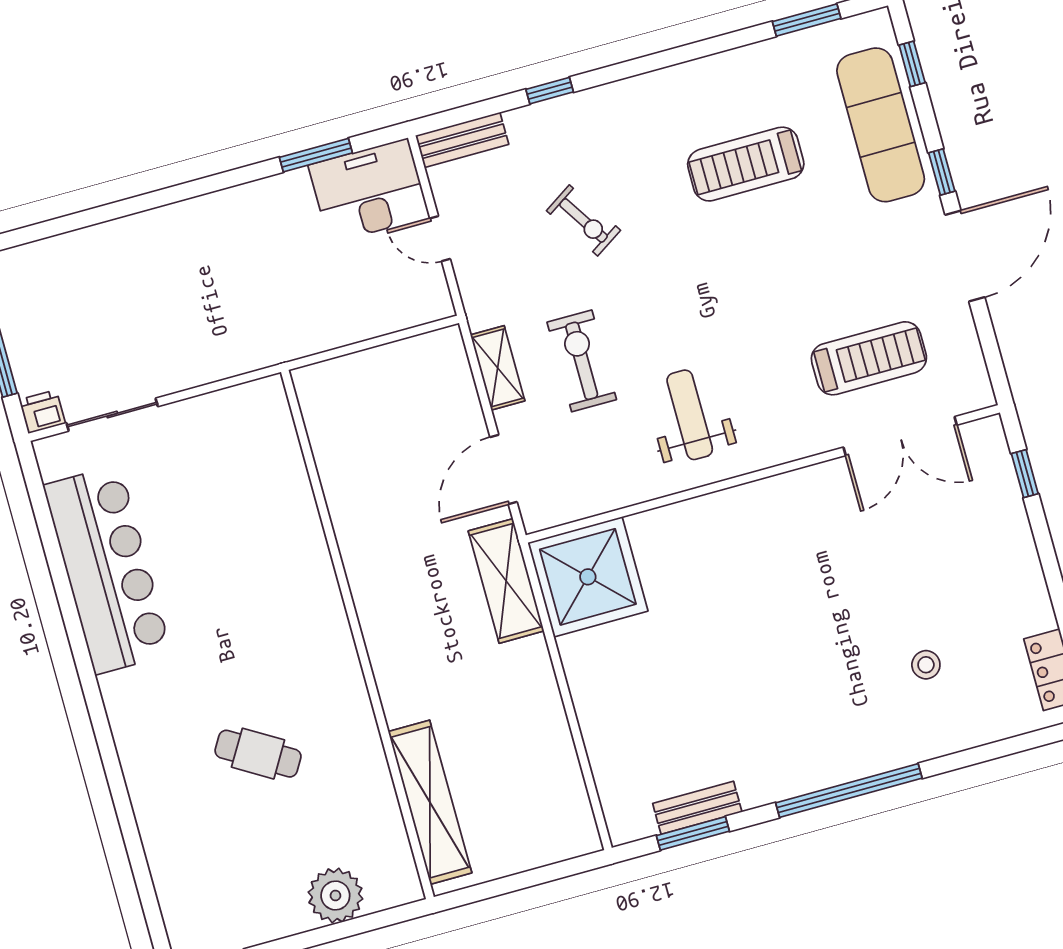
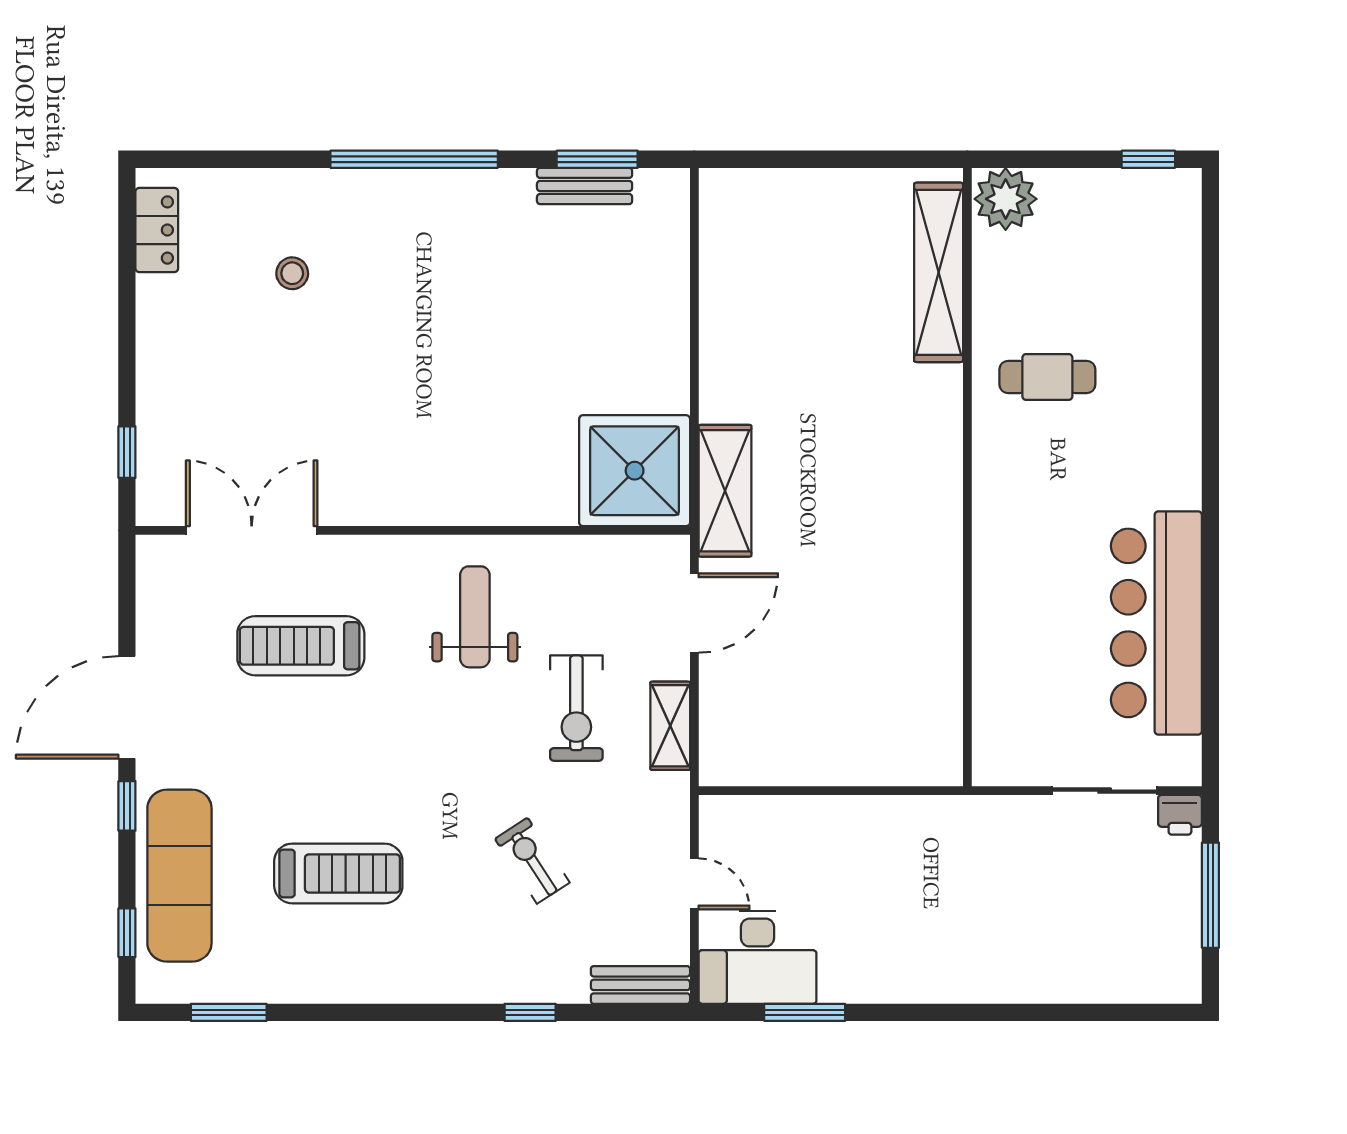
treadmill: (869, 358) -> (301, 646), moved
weight bench: (690, 415) -> (475, 617), turned 180
wall: (357, 634) -> (967, 477), moved
cafe table: (258, 754) -> (1047, 377), turned -31
shelving: (430, 802) -> (939, 272), moved

